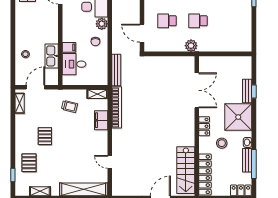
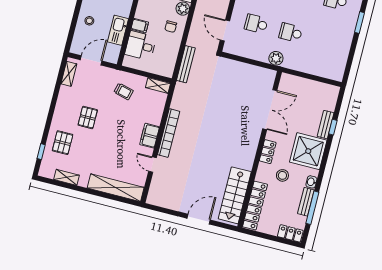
bookcase: (117, 107) -> (169, 133), moved
filing cabinet: (101, 120) -> (150, 136), moved

